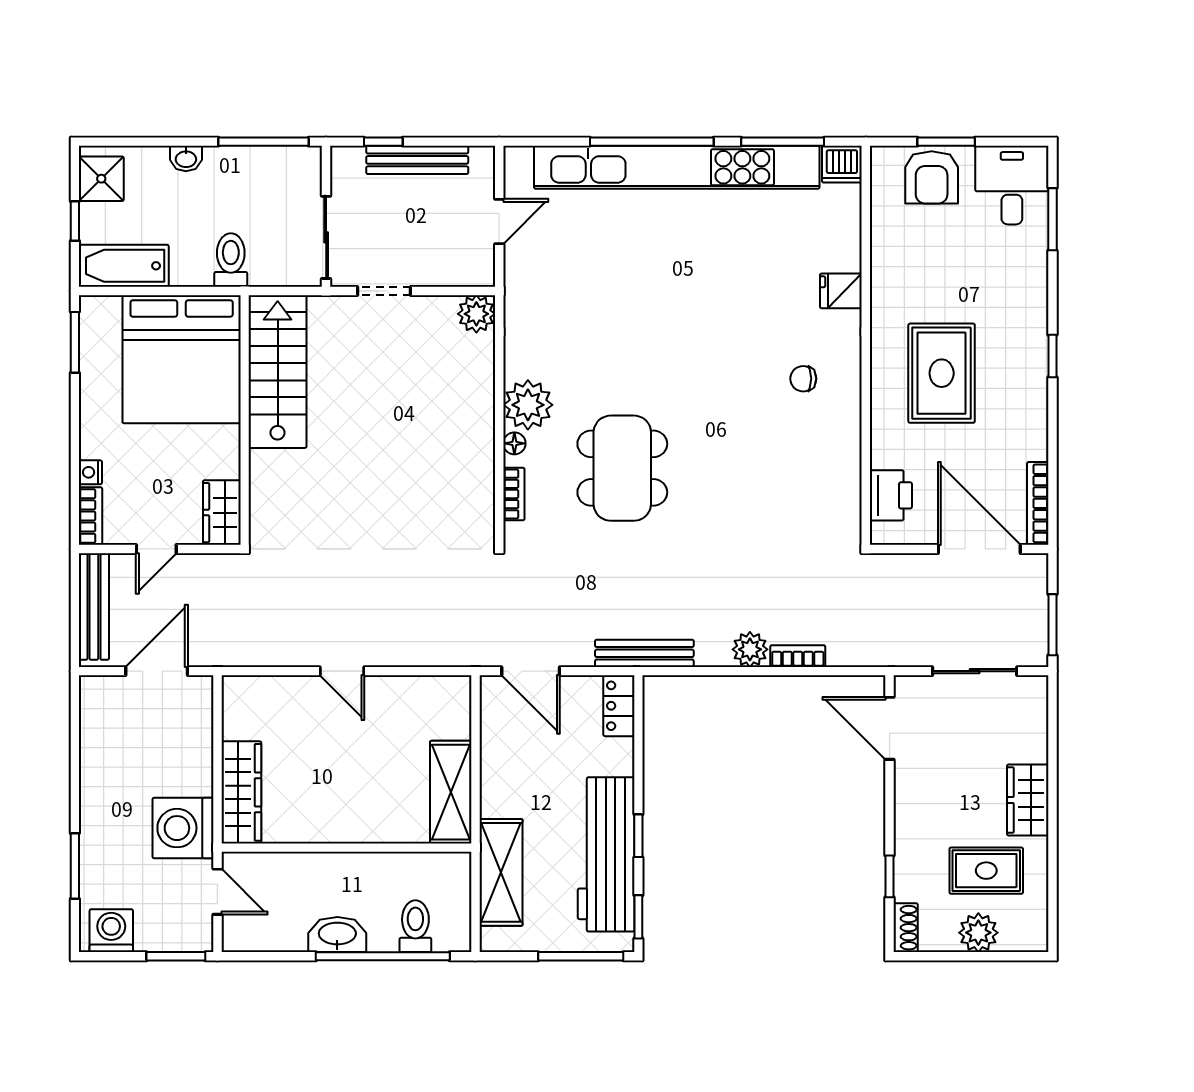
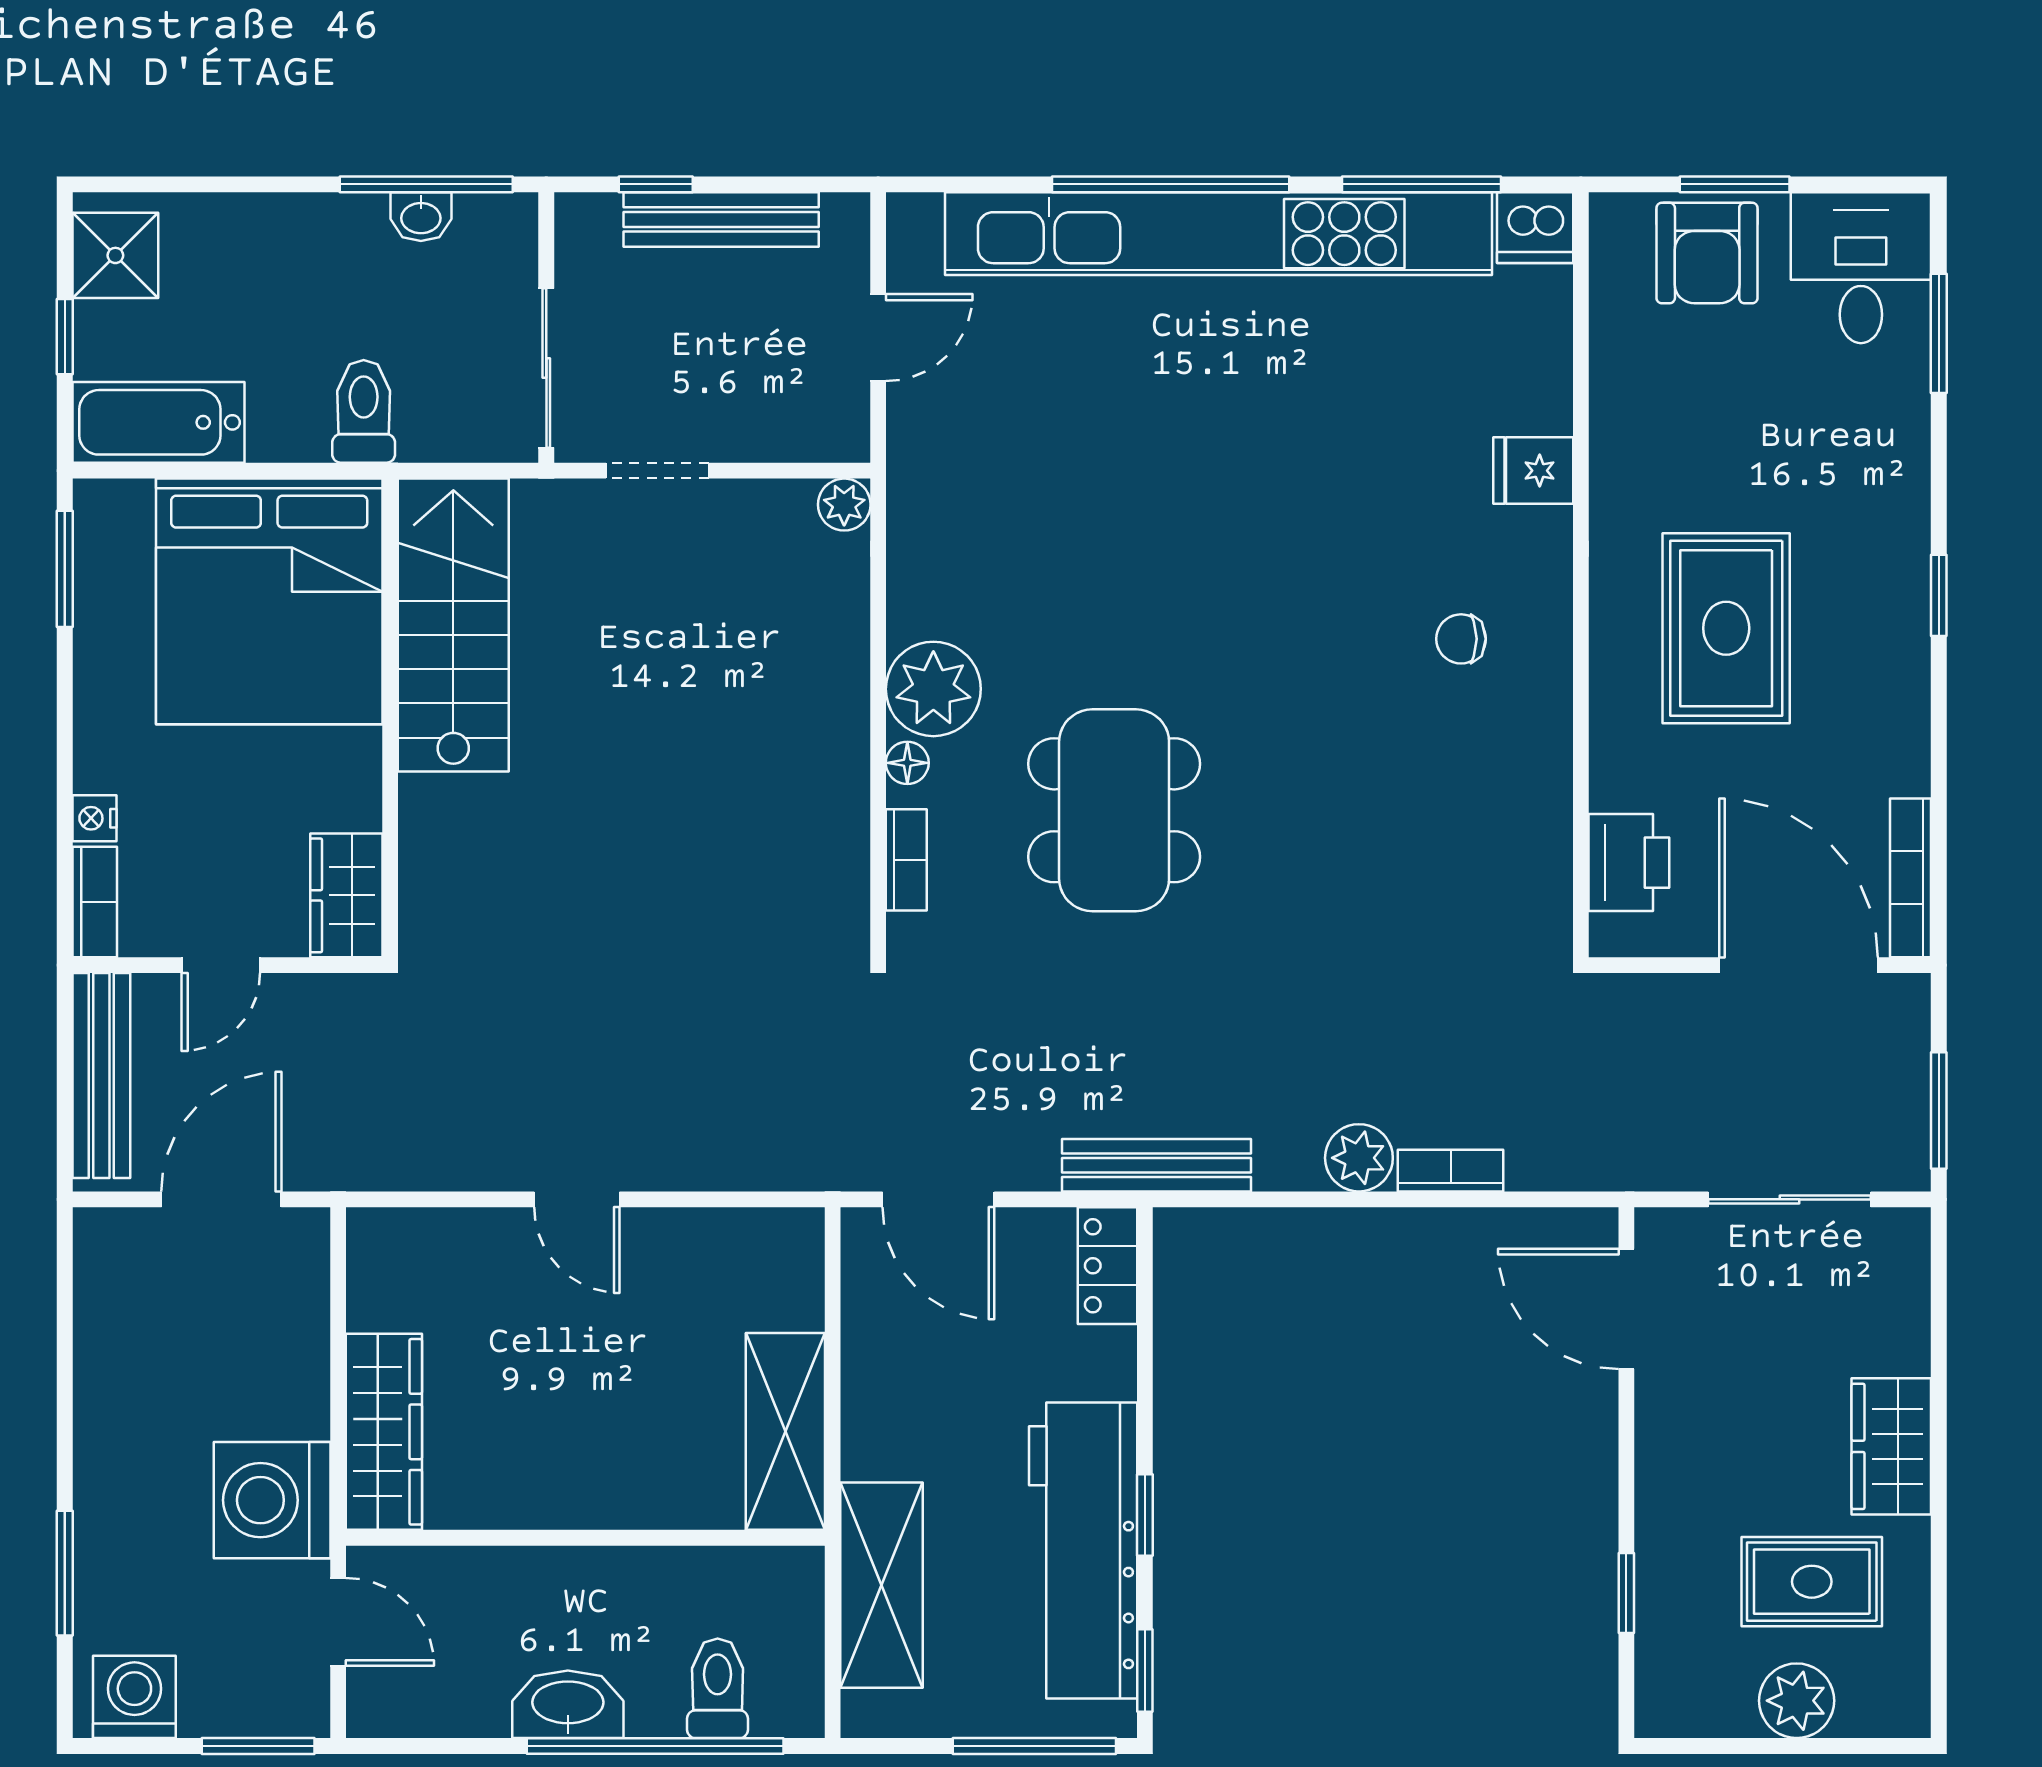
washbasin: (186, 158) -> (421, 217), moved
plant: (476, 314) -> (844, 505), width x0.73, depth x0.73
shoe rack: (906, 928) -> (1657, 1691), removed

